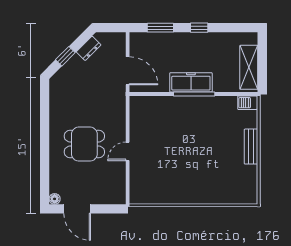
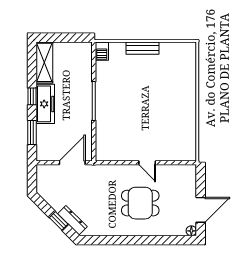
dresser: (89, 48) -> (72, 220), moved, width x1.44
shelving: (249, 67) -> (44, 62), moved, turned 90
freezer: (191, 82) -> (45, 104), moved, turned 180
dining table: (84, 144) -> (140, 203), turned 90

